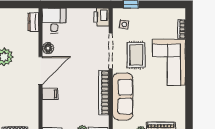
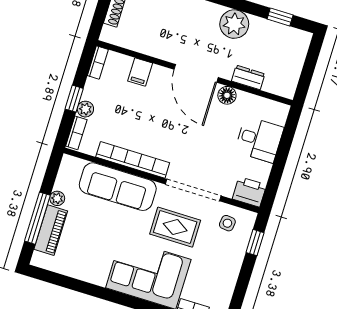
desk: (54, 21) -> (259, 139), moved
dresser: (33, 22) -> (248, 78), moved
filing cabinet: (50, 94) -> (140, 72), moved

